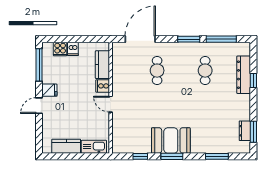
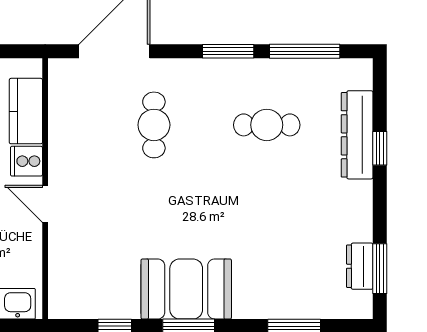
cafe table: (205, 71) -> (267, 125), turned 90

